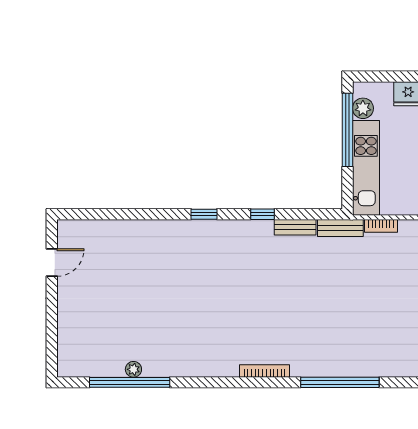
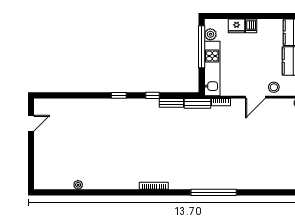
window: (130, 382) -> (76, 192), removed
window: (340, 382) -> (214, 192), moved

